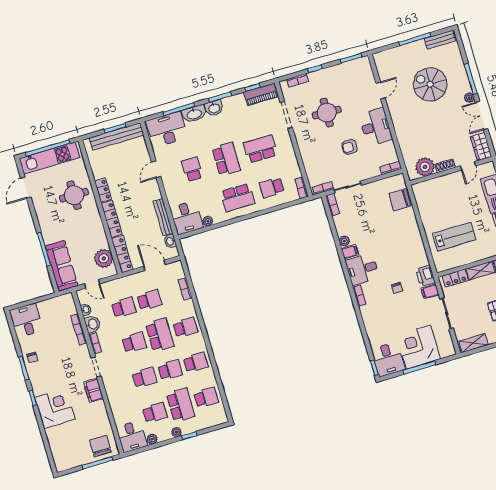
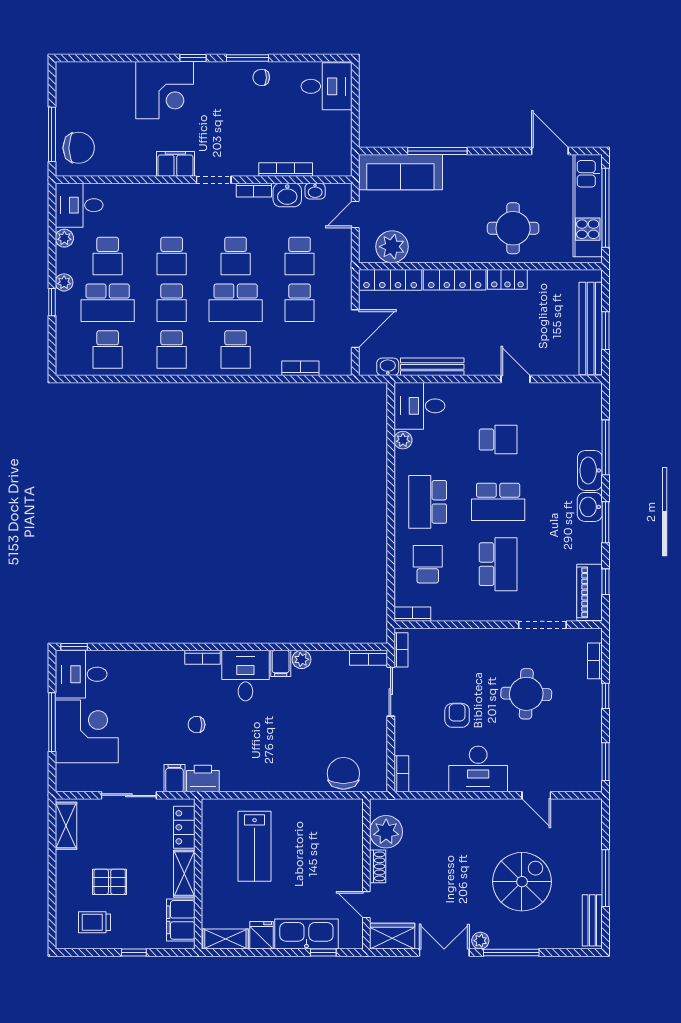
desk: (167, 129) -> (577, 417), removed

